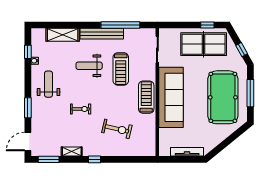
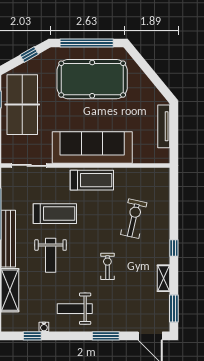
window: (250, 93) -> (87, 43), width x1.46
treadmill: (146, 97) -> (92, 180), turned 180

